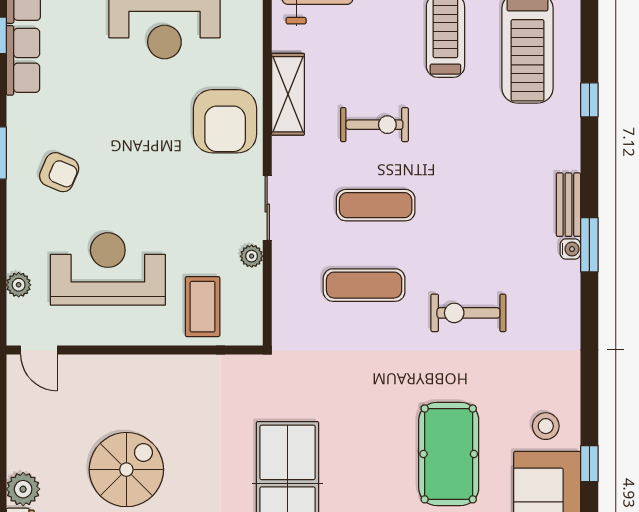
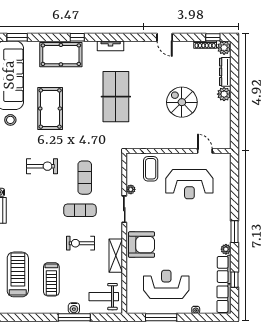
armchair: (225, 121) -> (142, 245), turned 90
armchair: (59, 172) -> (209, 224), removed
plant: (19, 285) -> (226, 249), moved
exercise mat: (364, 285) -> (85, 178), turned 90
door: (39, 350) -> (205, 151), moved
spiral stairs: (126, 470) -> (182, 102), turned 90

